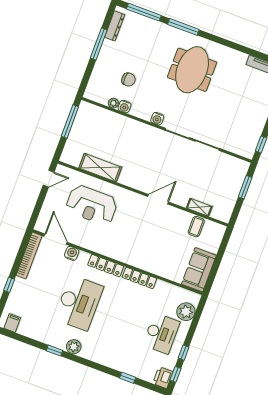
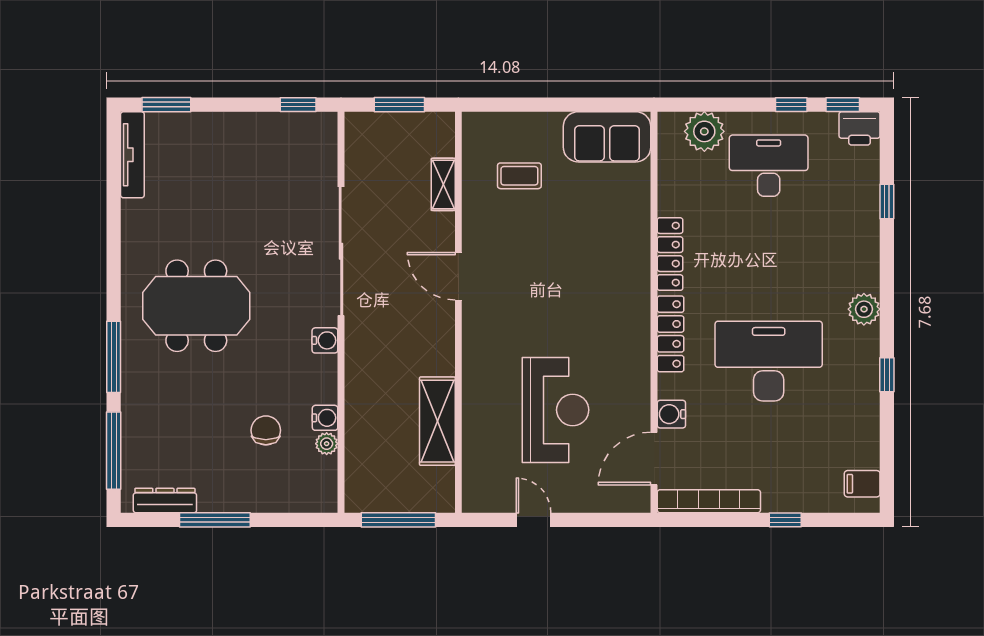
shelving: (100, 168) -> (437, 421), moved
wall: (143, 194) -> (458, 312), moved
door: (158, 199) -> (458, 276), moved
shelving: (199, 207) -> (443, 184), moved
plant: (74, 347) -> (864, 309), moved

